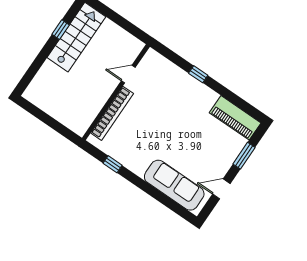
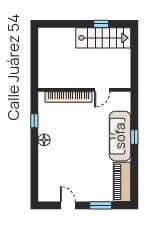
door: (128, 74) -> (102, 90), swing flipped
floor lamp: (139, 168) -> (44, 140), added
sofa: (174, 185) -> (120, 136), moved, turned 180

